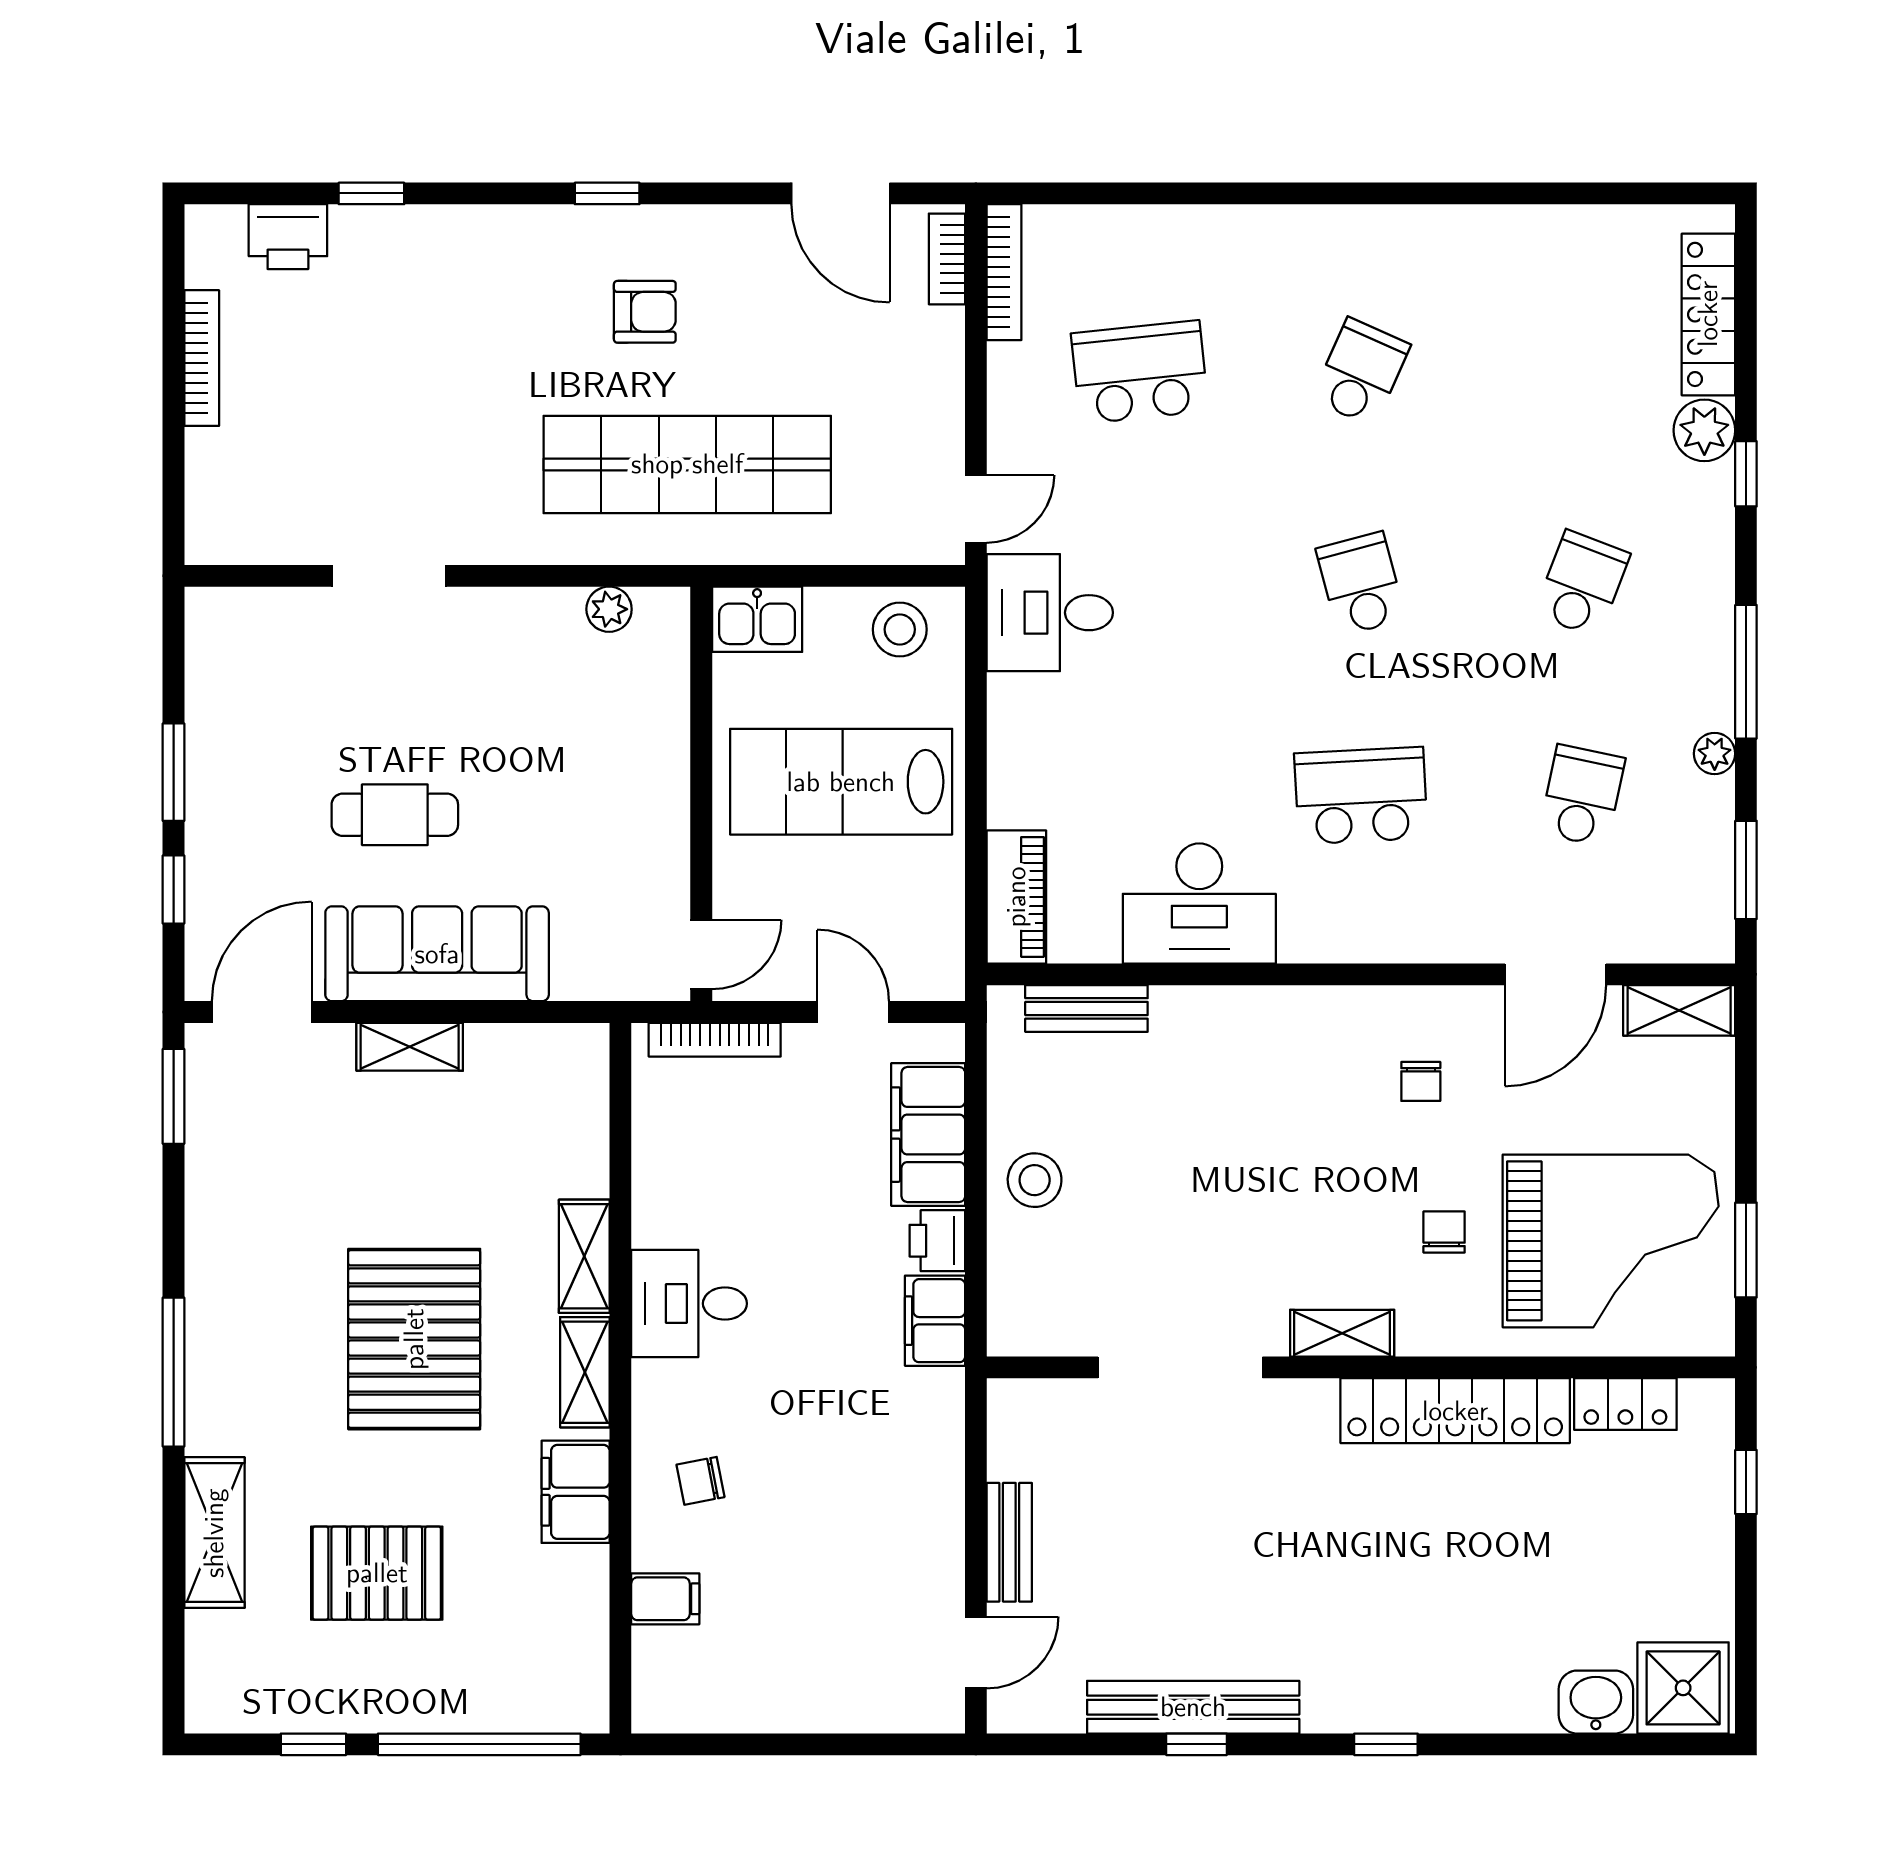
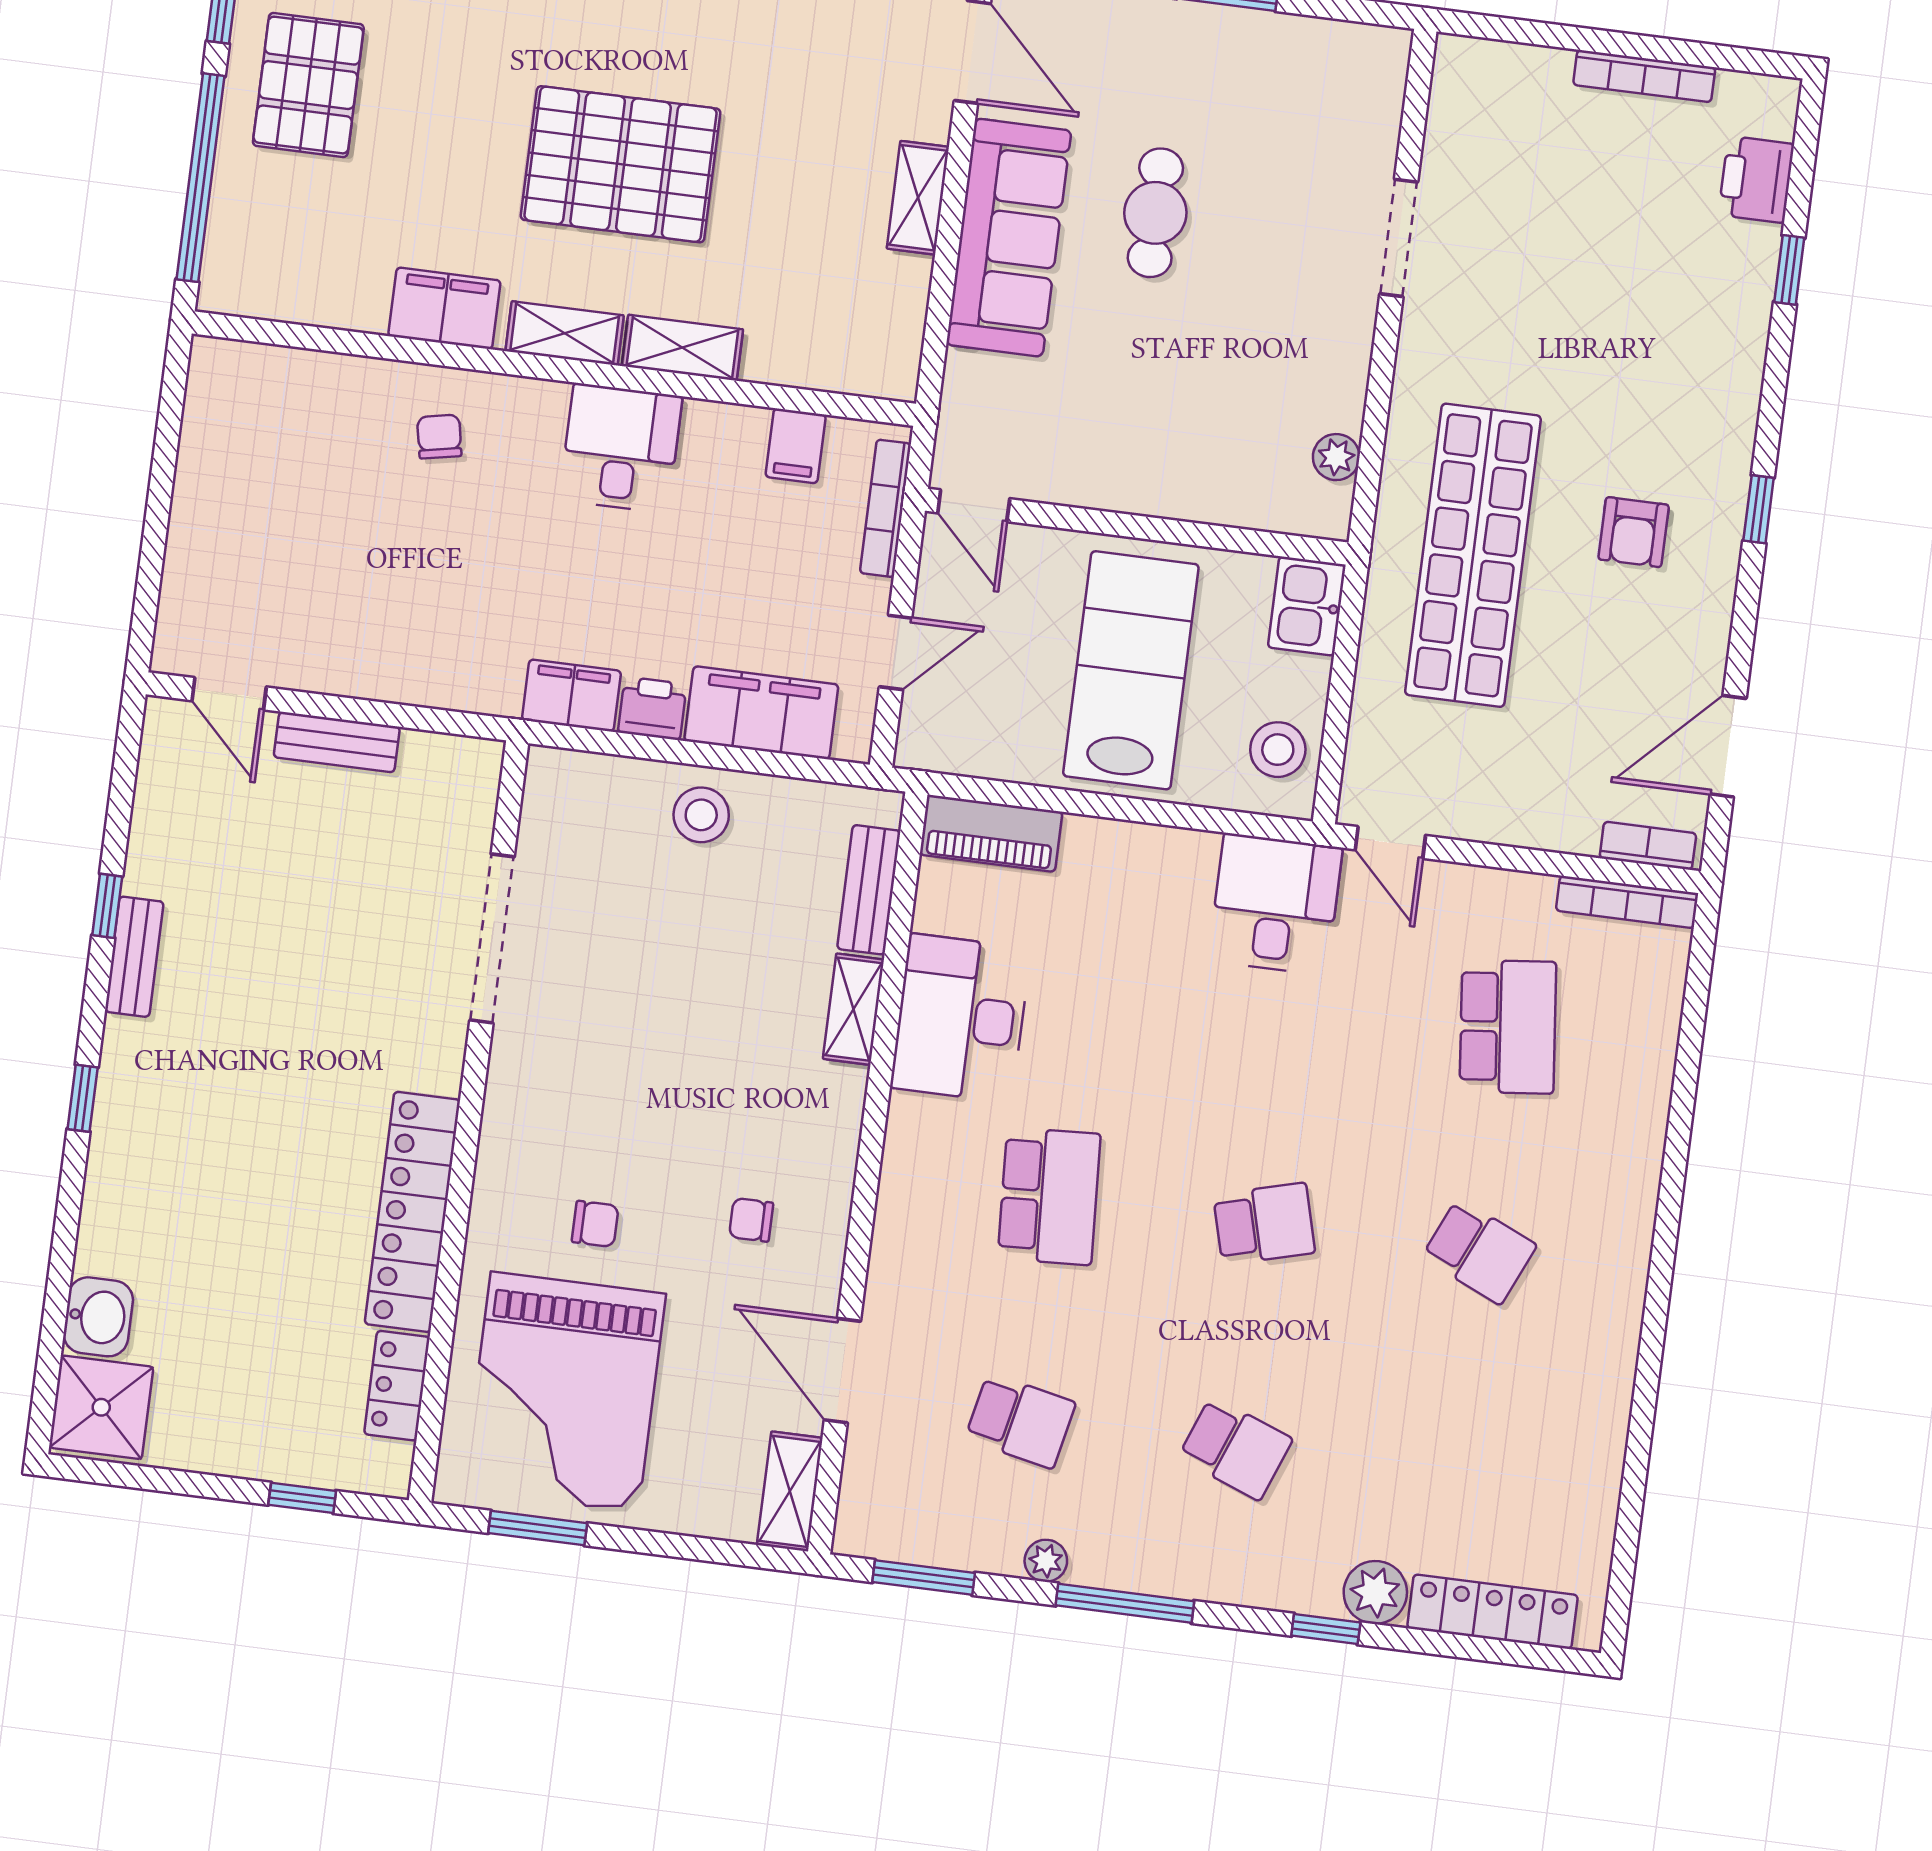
shelving: (1342, 1333) -> (853, 1009), moved
pallet: (377, 1573) -> (308, 85), moved
filing cabinet: (665, 1599) -> (796, 446), moved
bench: (1193, 1707) -> (134, 957), width x0.54, depth x0.82

